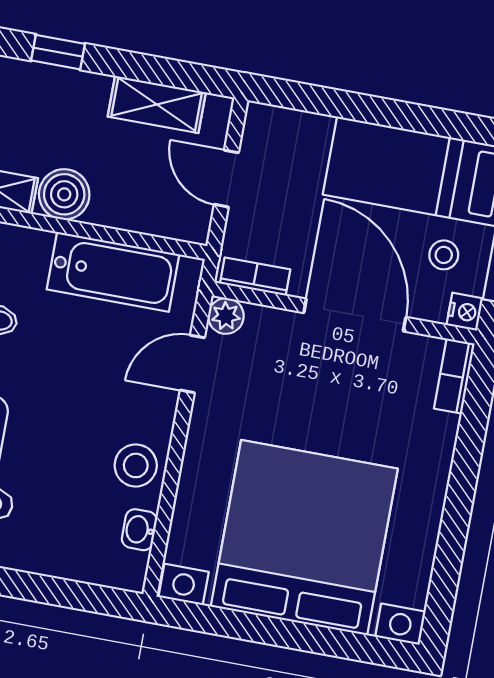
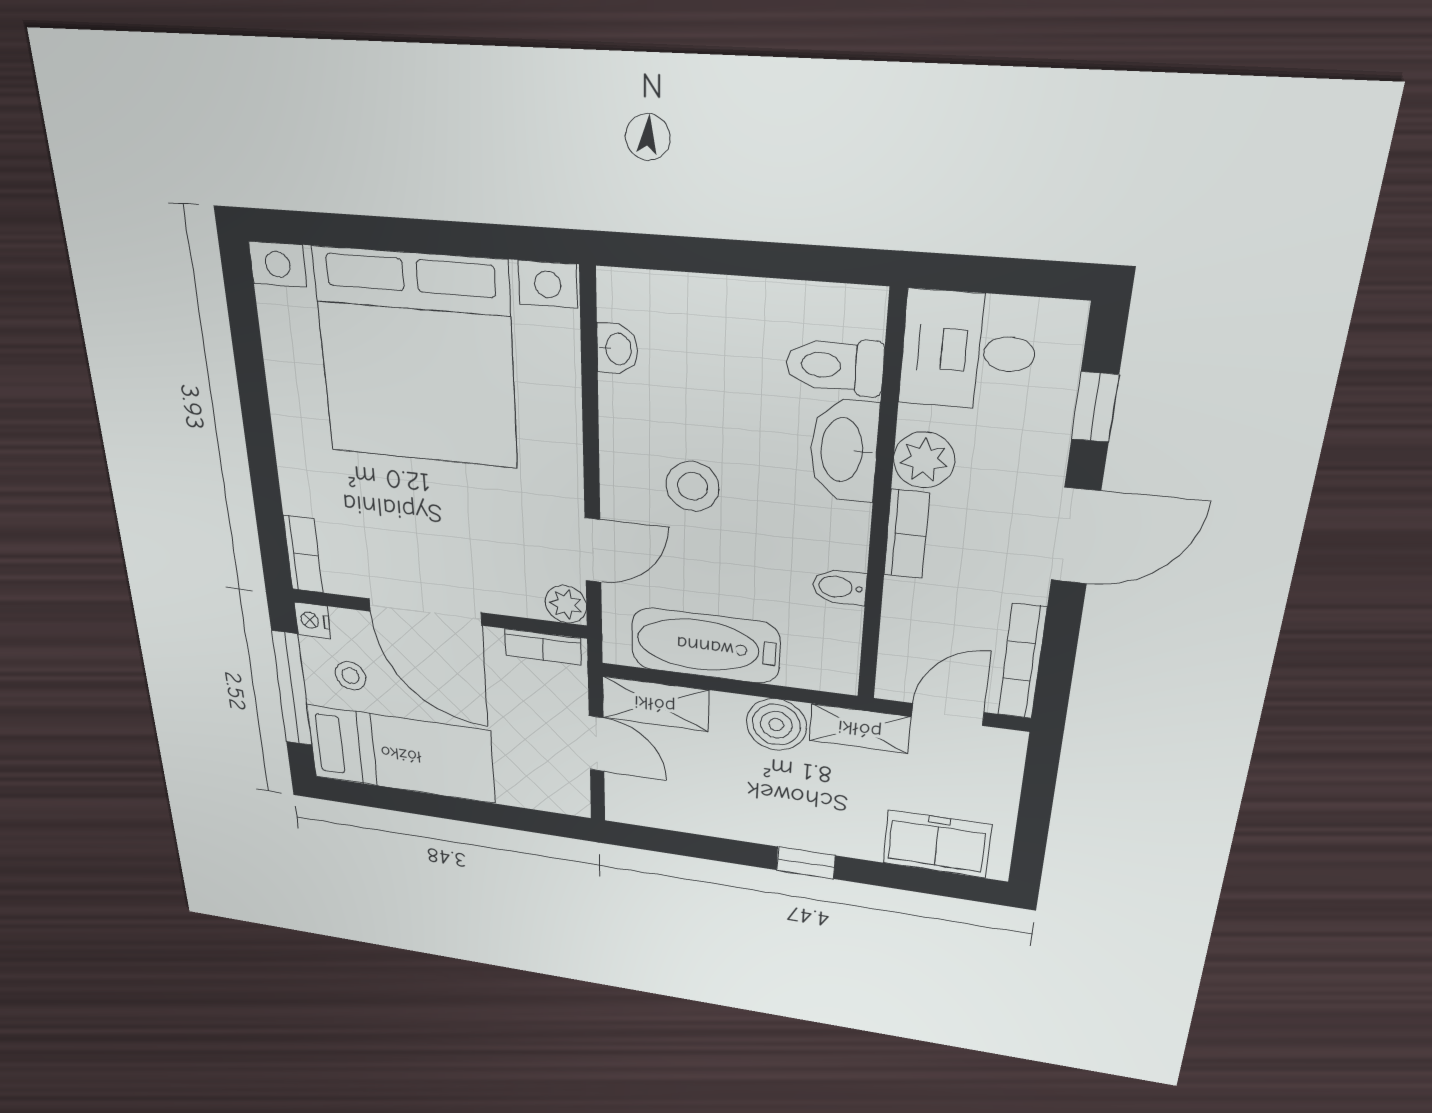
shelving: (157, 104) -> (655, 704), moved
stool: (136, 465) -> (693, 486), moved

